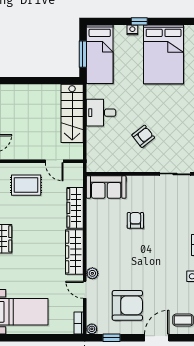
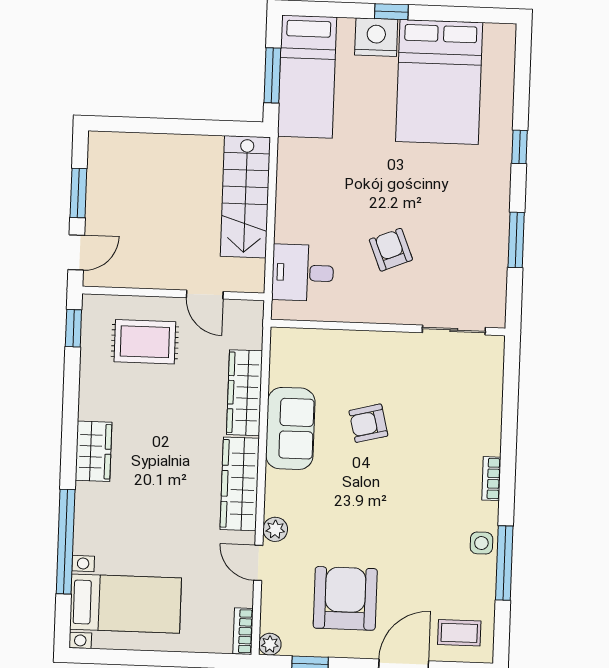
nightstand: (132, 30) -> (376, 37), width x1.89, depth x1.79
desk: (101, 113) -> (303, 273), moved
armchair: (143, 136) -> (391, 250), turned -74
sofa: (106, 187) -> (290, 428), moved, turned -90
armchair: (135, 220) -> (368, 423), turned -104
armchair: (127, 305) -> (345, 598), turned -90

